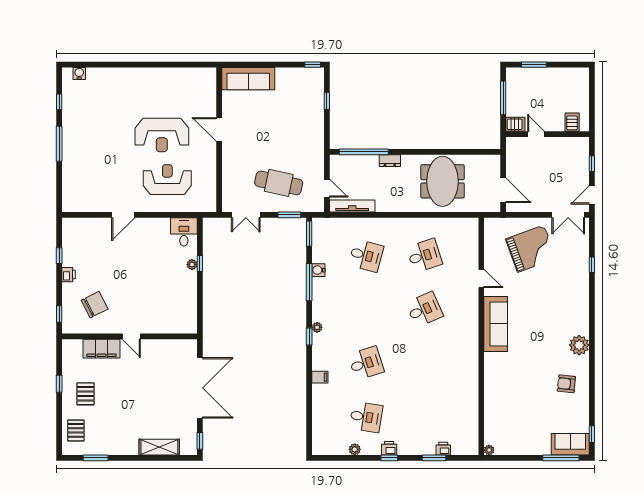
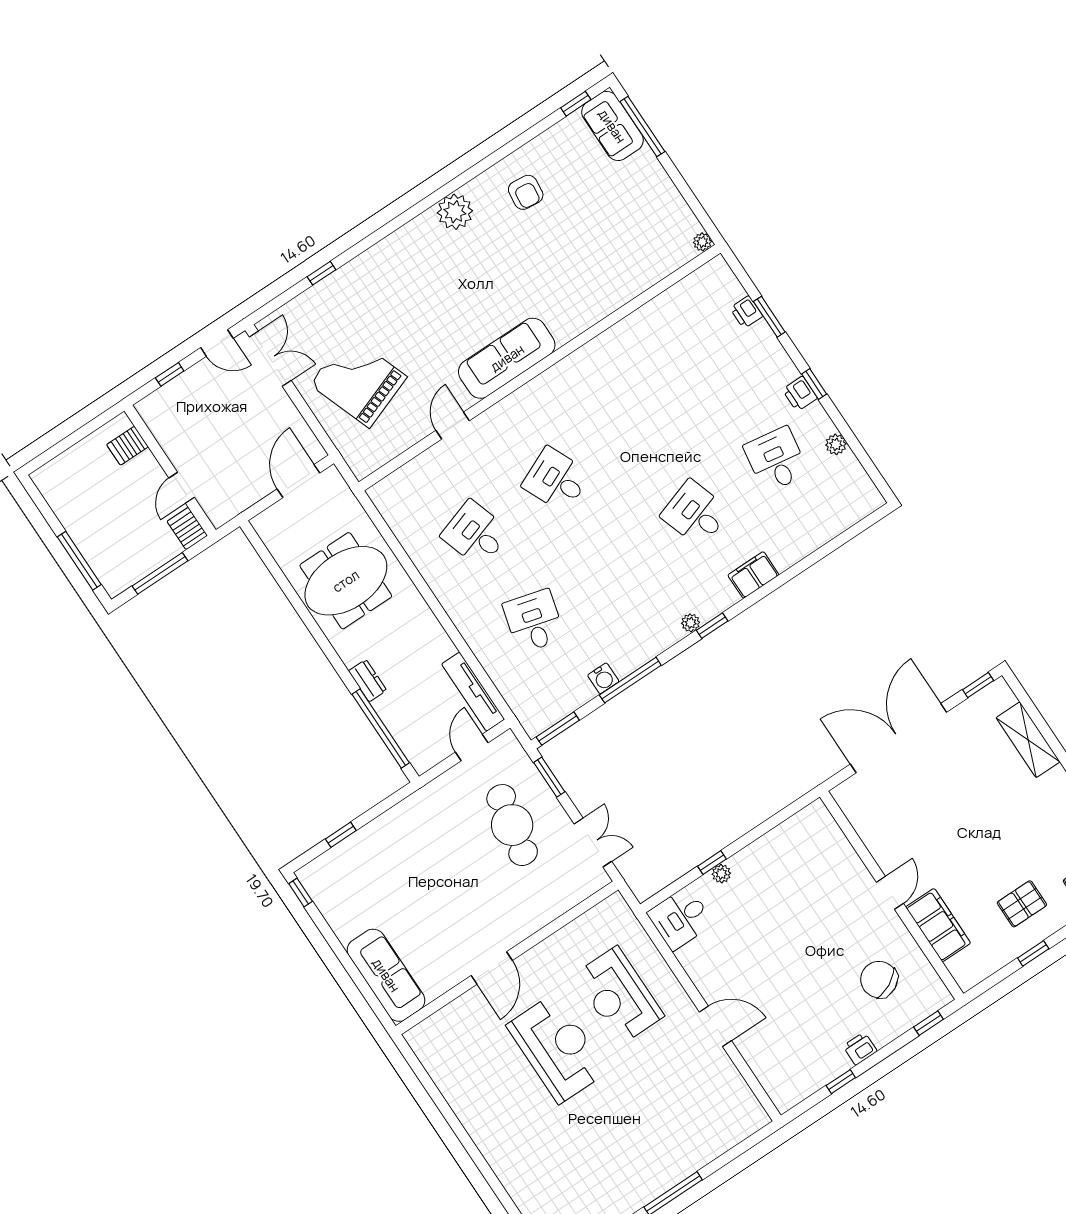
window: (534, 65) -> (79, 561), width x1.44
filing cabinet: (320, 377) -> (753, 575), width x2.00

